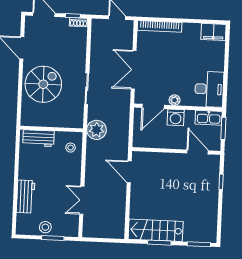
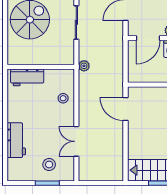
plant: (97, 130) -> (84, 66), width x0.53, depth x0.53
stool: (71, 148) -> (63, 98), moved
stool: (45, 227) -> (49, 164), moved

